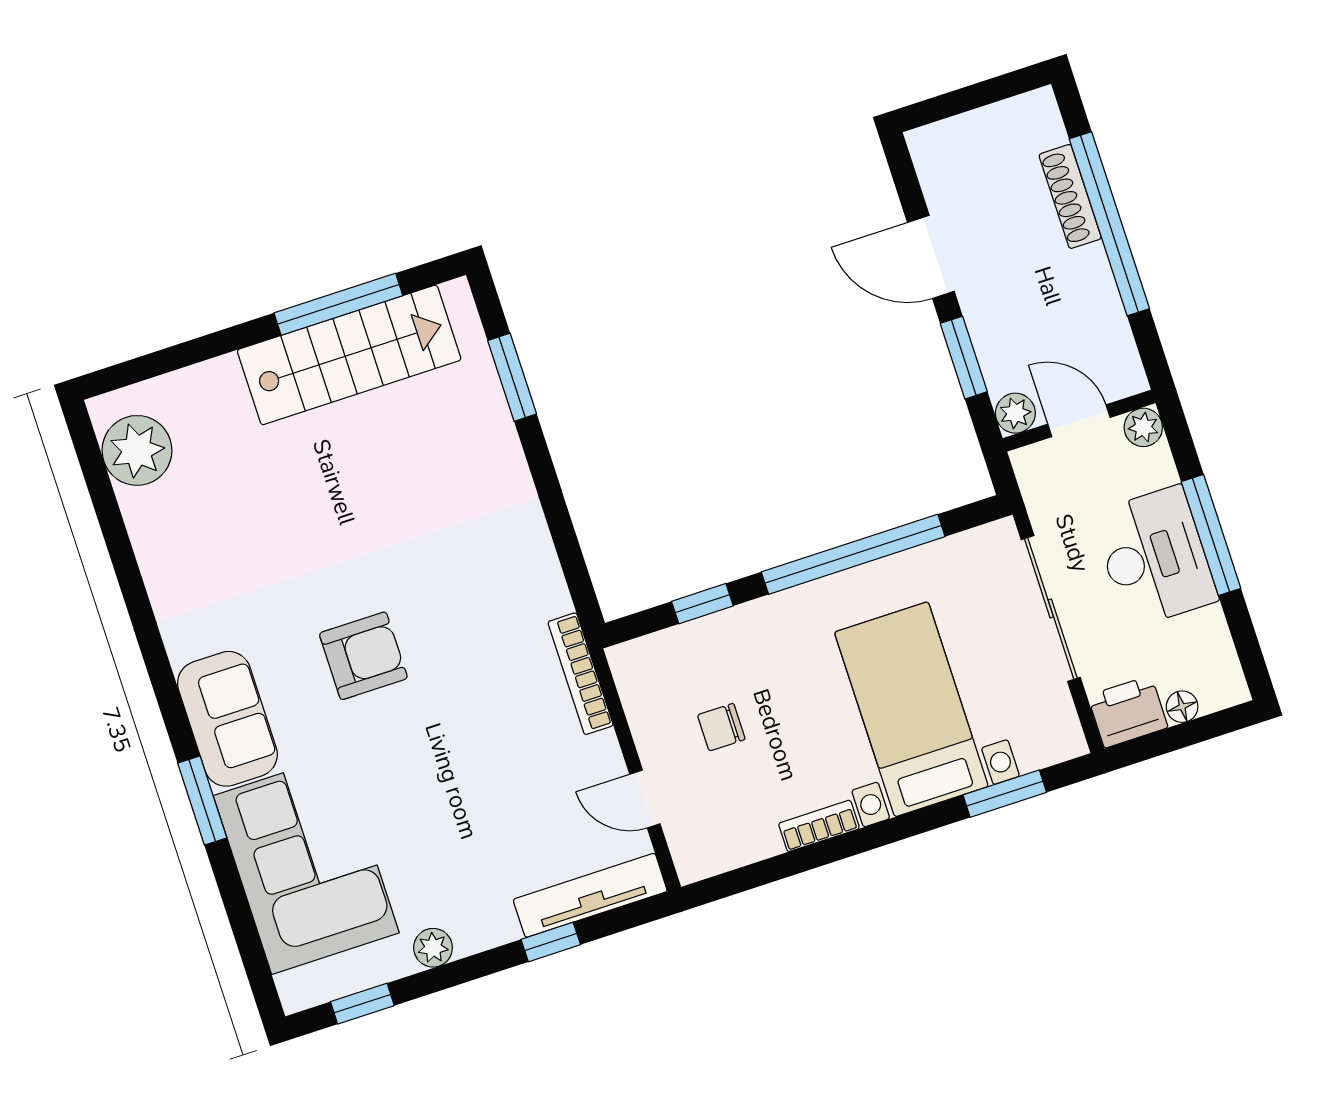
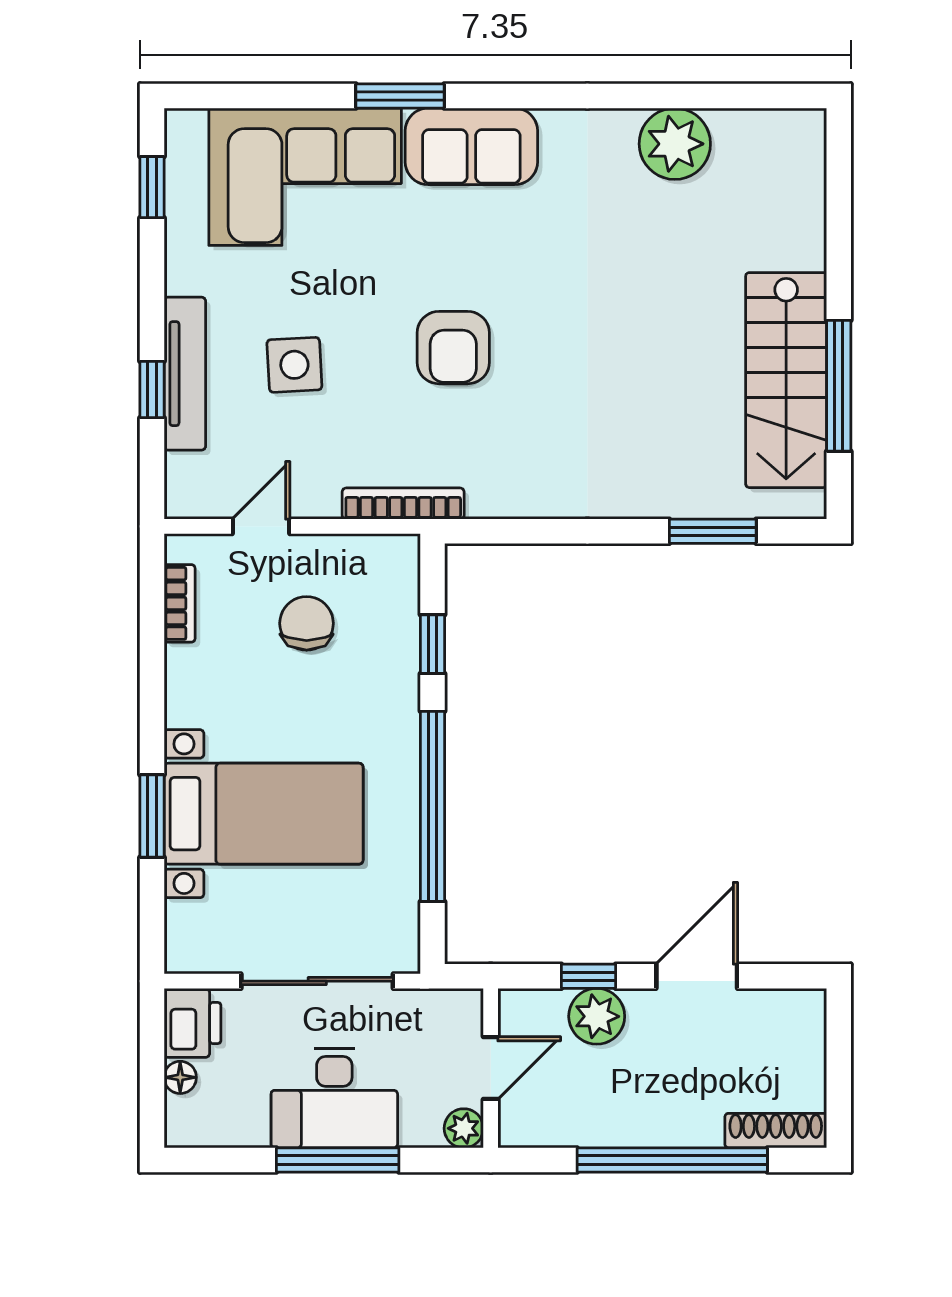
shoe rack: (1070, 196) -> (776, 1131), moved
window: (964, 358) -> (588, 976), width x0.67
plant: (1015, 413) -> (597, 1016), moved, width x1.38, depth x1.38
plant: (137, 450) -> (675, 144), moved
armchair: (363, 656) -> (453, 348), moved
chair: (721, 727) -> (307, 623), width x1.37, depth x1.37
window: (1005, 794) -> (152, 816), moved
side table: (484, 817) -> (294, 365), added
bookcase: (819, 826) -> (180, 603), moved
tv unit: (590, 895) -> (185, 374), moved
plant: (433, 948) -> (184, 273), removed

